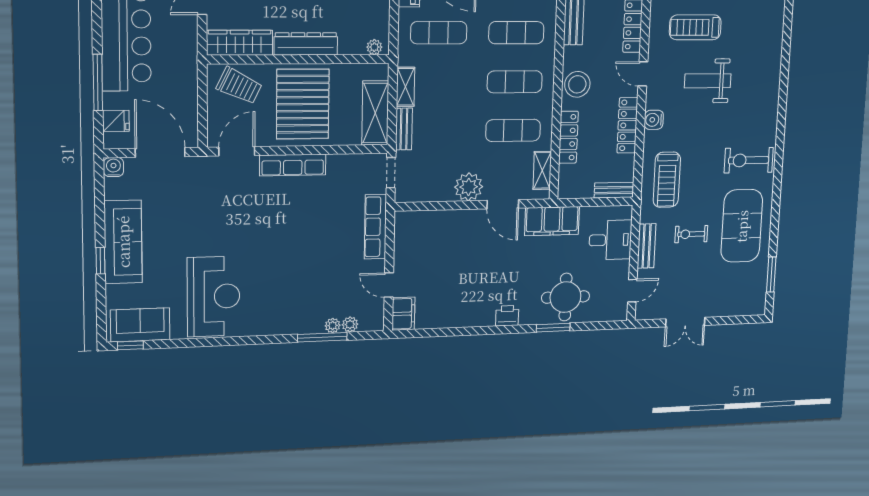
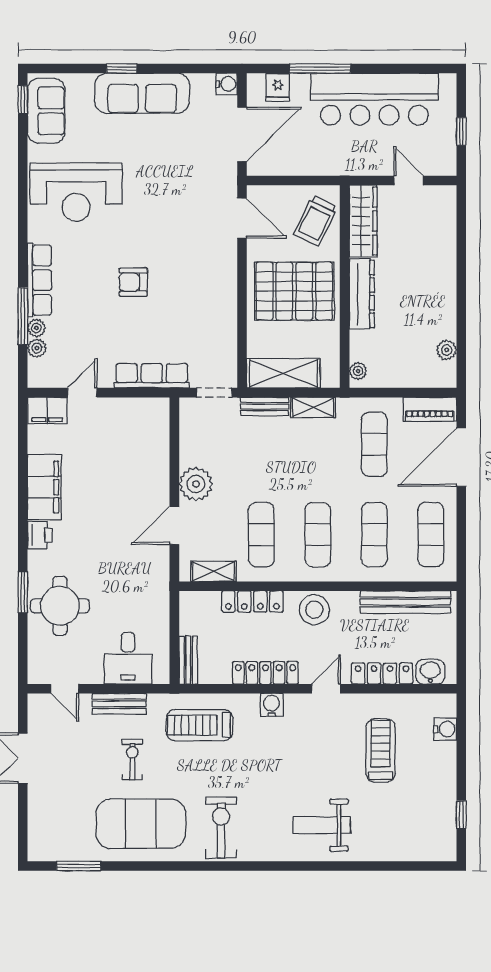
weight bench: (708, 81) -> (322, 825), moved, turned -90
row of seats: (293, 165) -> (39, 280), moved, turned 180
filing cabinet: (552, 221) -> (44, 487), moved, turned 180
armchair: (294, 245) -> (133, 282), added

